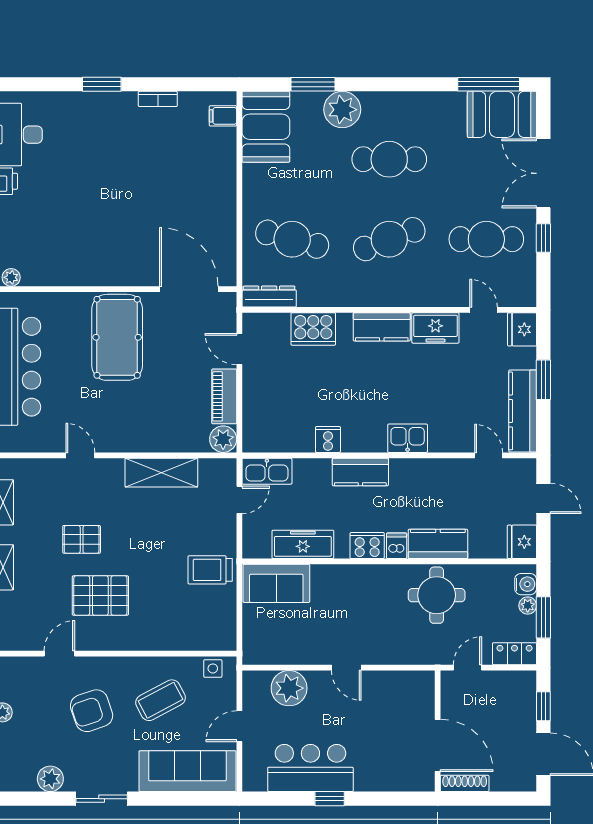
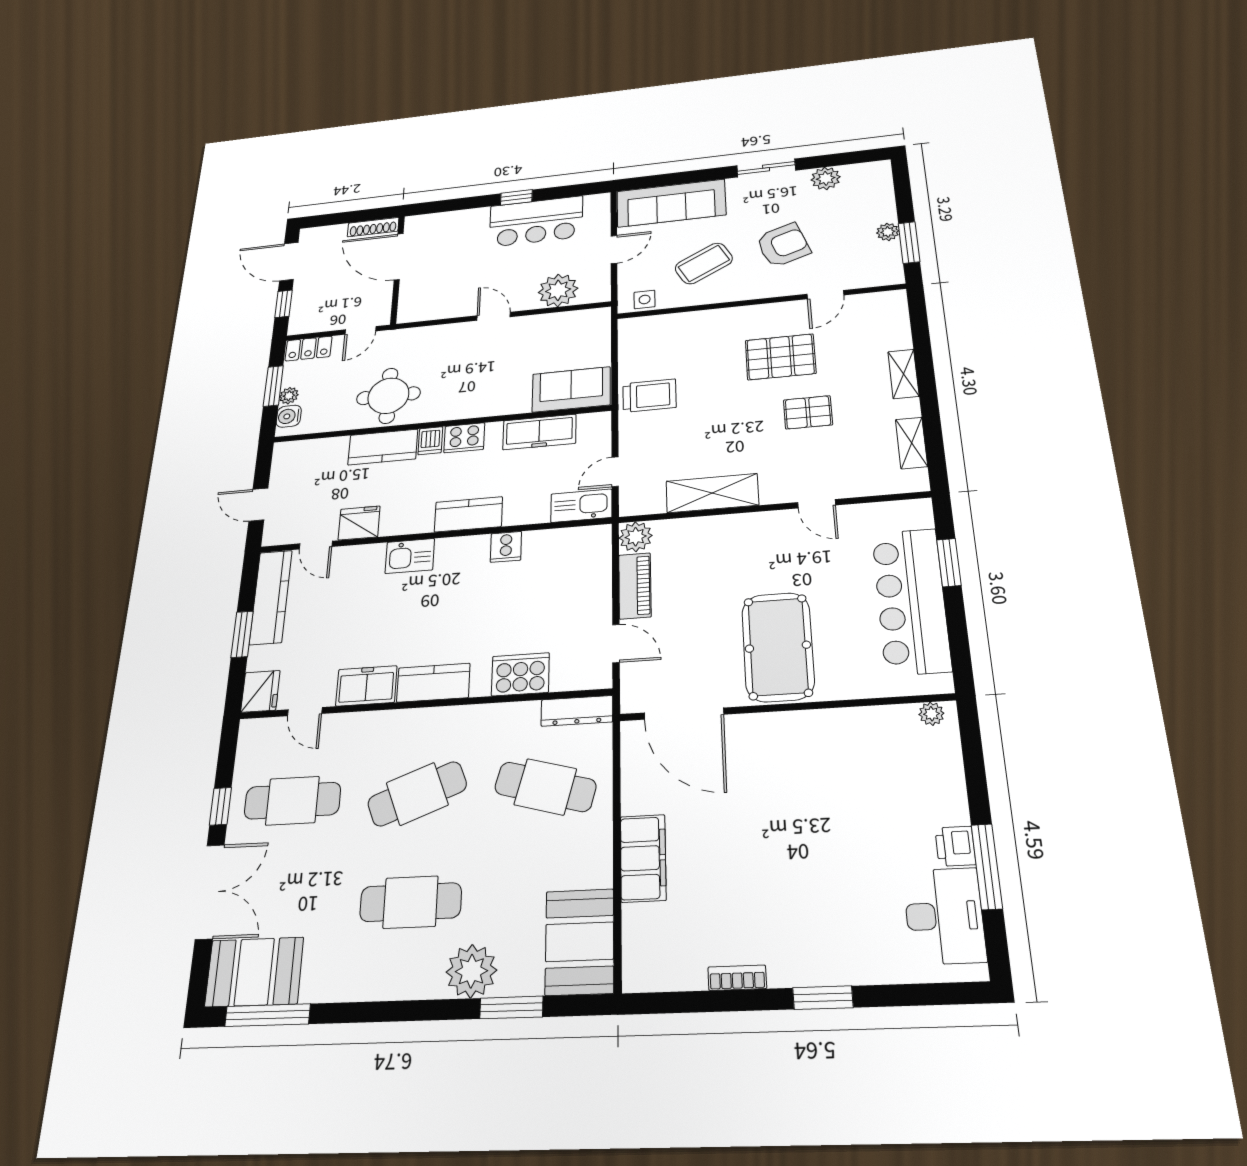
filing cabinet: (223, 116) -> (643, 858), moved, width x3.00, depth x1.17
fridge: (522, 542) -> (359, 523), moved, turned -90

